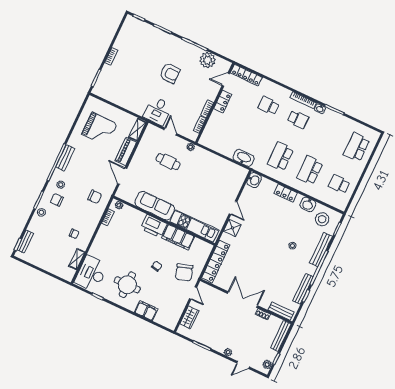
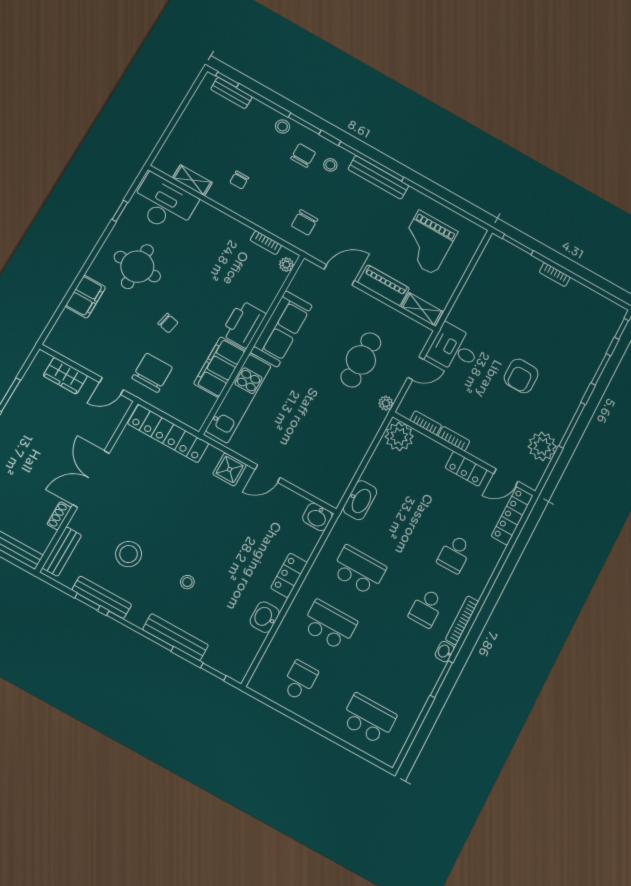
door: (226, 80) -> (506, 477), swing flipped
school desk: (269, 106) -> (455, 554), turned 180
plant: (208, 139) -> (399, 436), added
bench: (65, 158) -> (378, 177), width x1.36
cafe table: (168, 162) -> (361, 360), width x1.37, depth x1.35
stool: (322, 219) -> (129, 554), moved
chair: (184, 272) -> (152, 373), turned 108
double door: (243, 300) -> (91, 479), swing flipped

